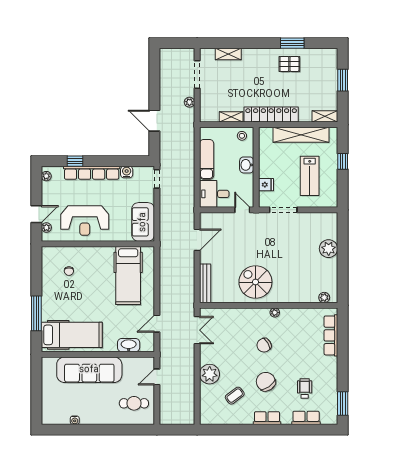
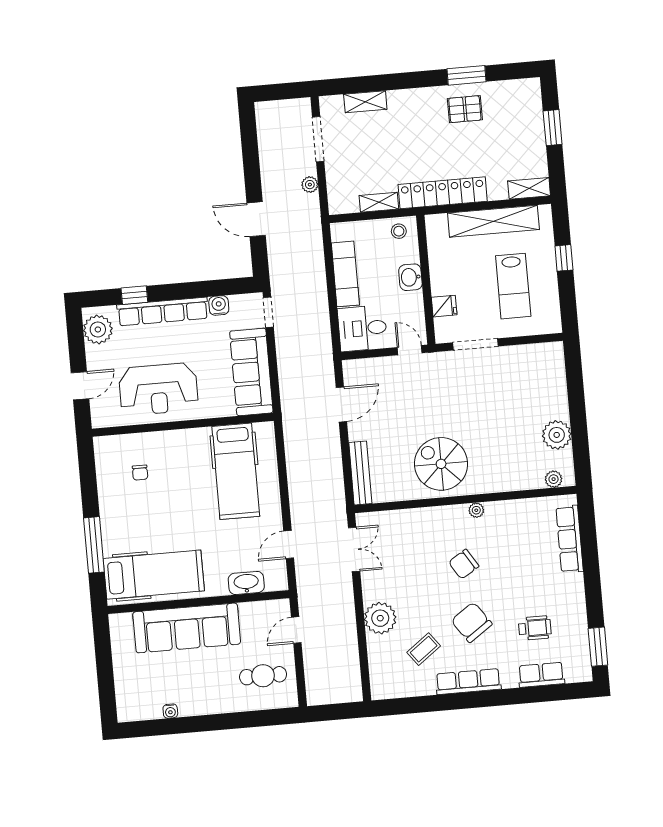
plant: (46, 176) -> (98, 329), width x1.87, depth x1.87
sofa: (143, 222) -> (251, 372), width x1.36
plant: (46, 228) -> (98, 406), removed
plant: (329, 249) -> (557, 435), moved
wheelchair: (305, 389) -> (535, 628), turned 90
row of seats: (267, 418) -> (468, 682), width x1.48

